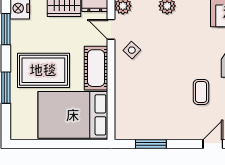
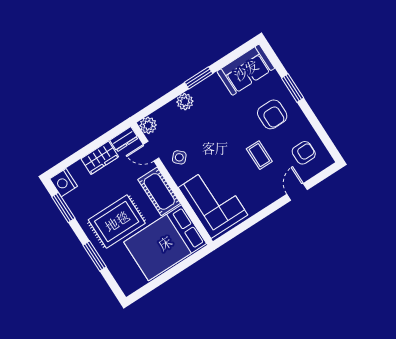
corner sofa: (136, 106) -> (213, 201), added
window: (151, 144) -> (245, 225), removed

